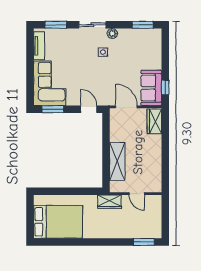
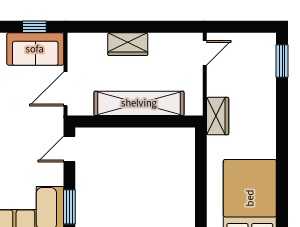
wardrobe: (154, 121) -> (128, 44), moved
shelving: (117, 162) -> (139, 103), width x1.47
door: (137, 194) -> (205, 53), moved

